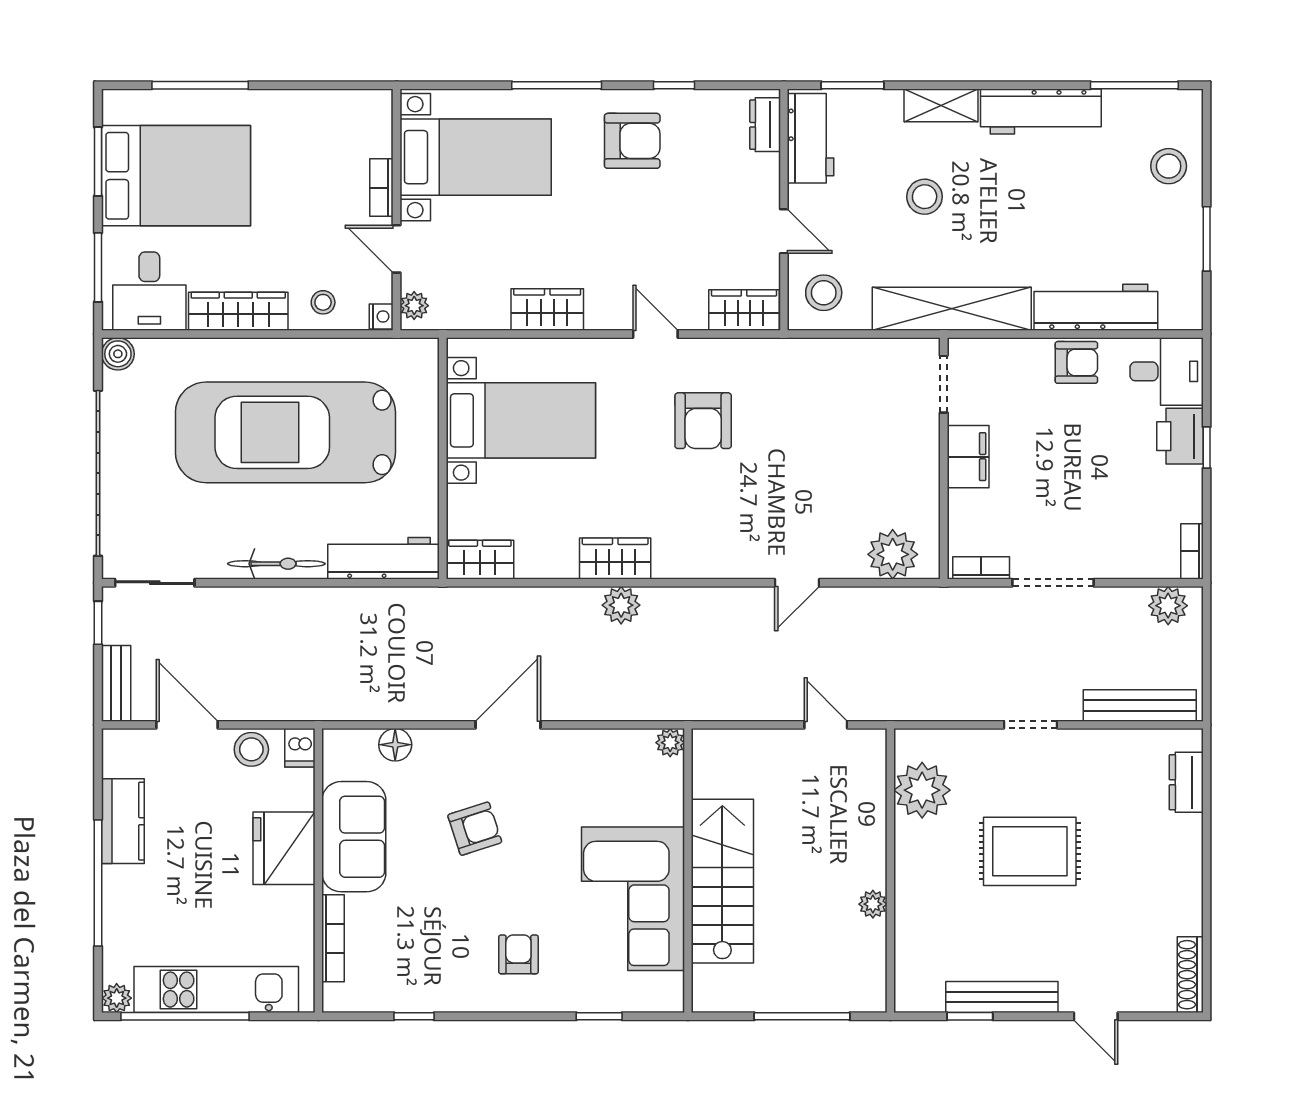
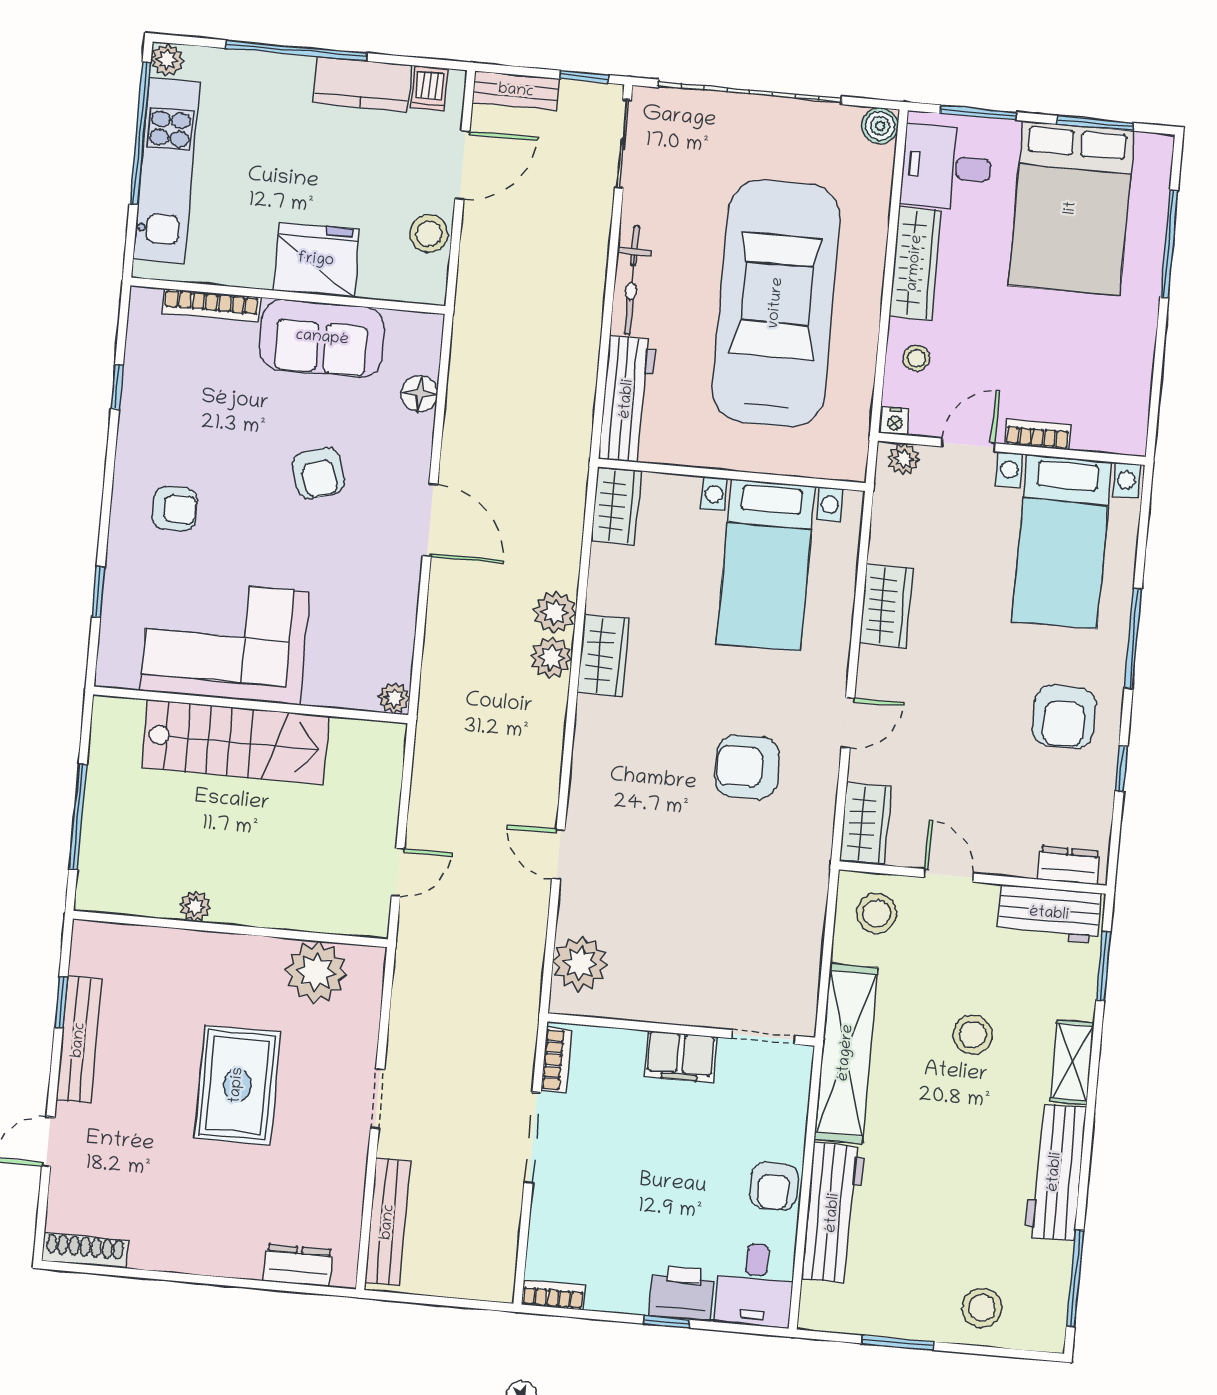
door: (784, 231) -> (949, 875), swing flipped
plant: (1168, 606) -> (555, 612), moved
dishwasher: (300, 748) -> (429, 88), moved, turned -90

